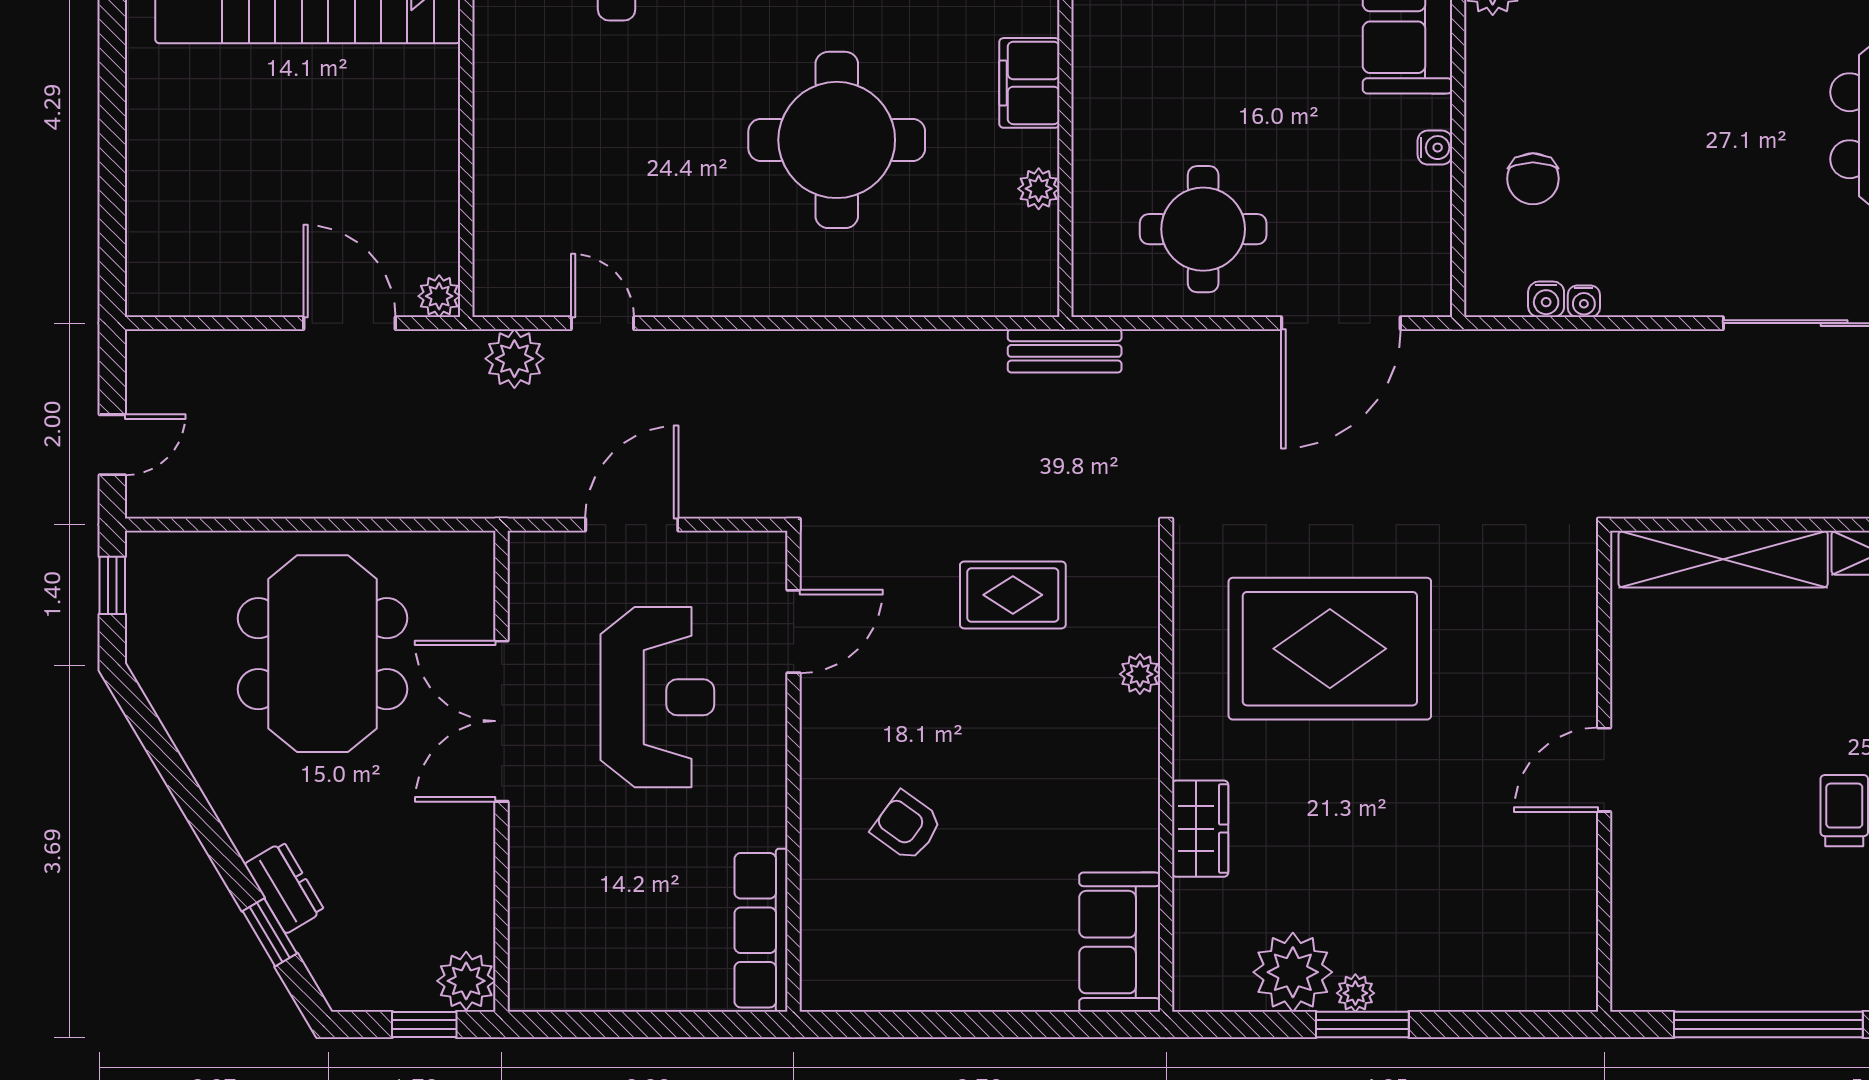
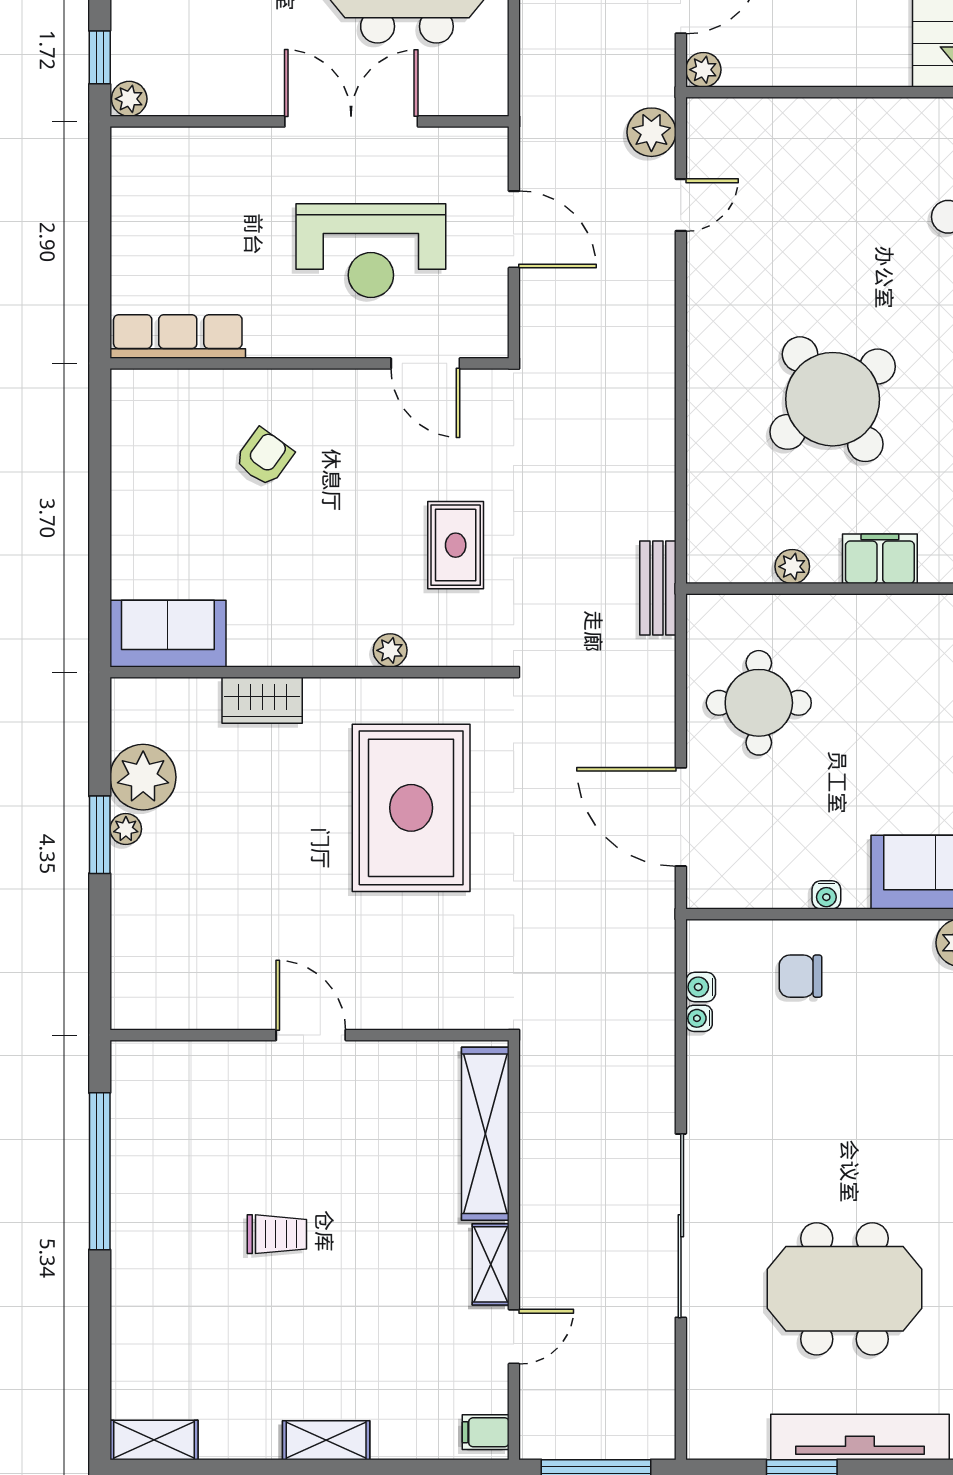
round table: (837, 140) -> (833, 399), turned -36
plant: (466, 981) -> (129, 99), width x0.73, depth x0.73

